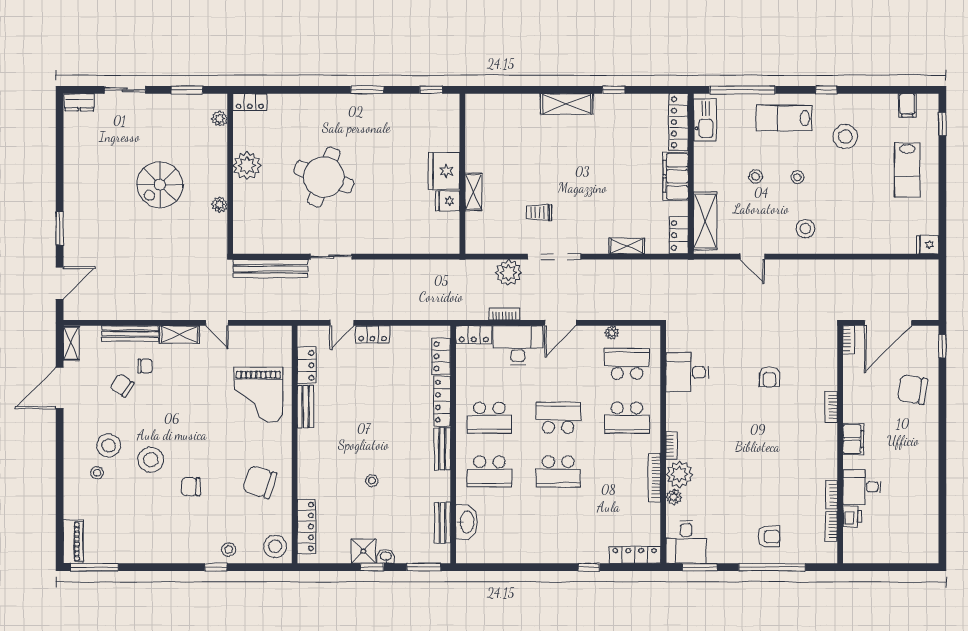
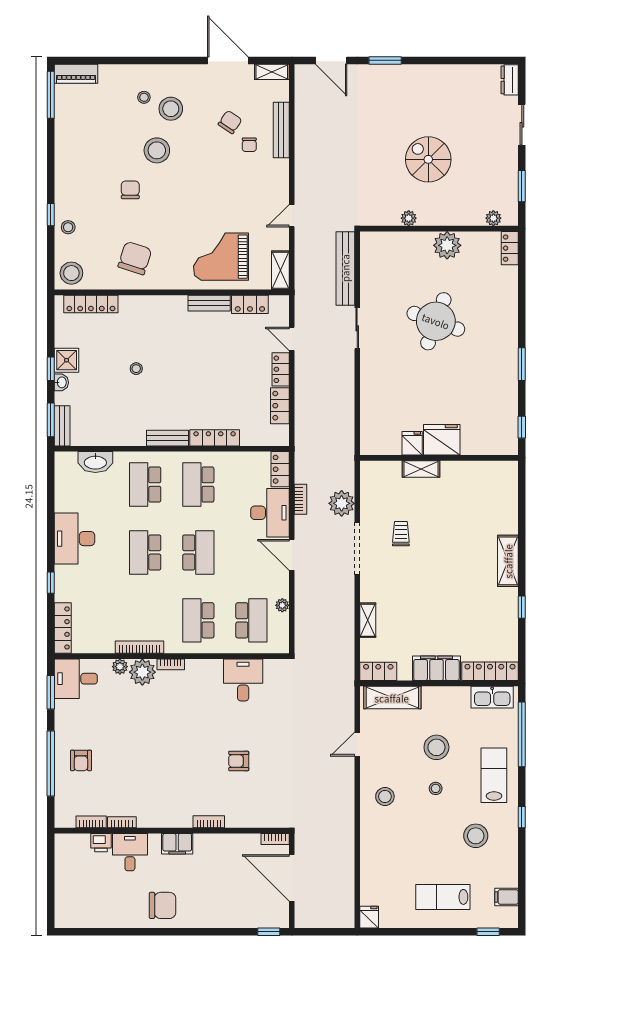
stool: (756, 176) -> (436, 747), width x1.89, depth x1.89
shelving: (180, 335) -> (280, 270), moved
locker: (441, 356) -> (280, 406), moved, turned -90
chair: (913, 390) -> (163, 905), moved, turned 81
bench: (443, 523) -> (62, 426), moved, turned 90
desk: (544, 543) -> (75, 539), added

